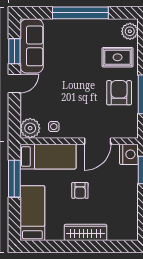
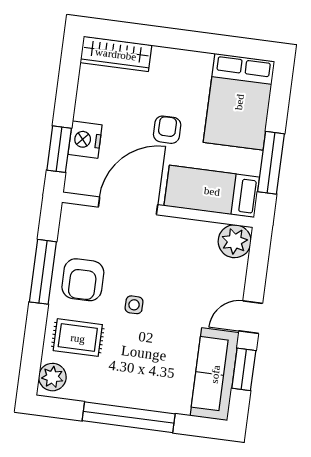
side table: (54, 127) -> (134, 305), moved
door: (98, 141) -> (128, 206), width x1.36
nightstand: (129, 154) -> (85, 140), moved
bed: (32, 213) -> (239, 102), width x1.50
wardrobe: (85, 232) -> (116, 54), moved

